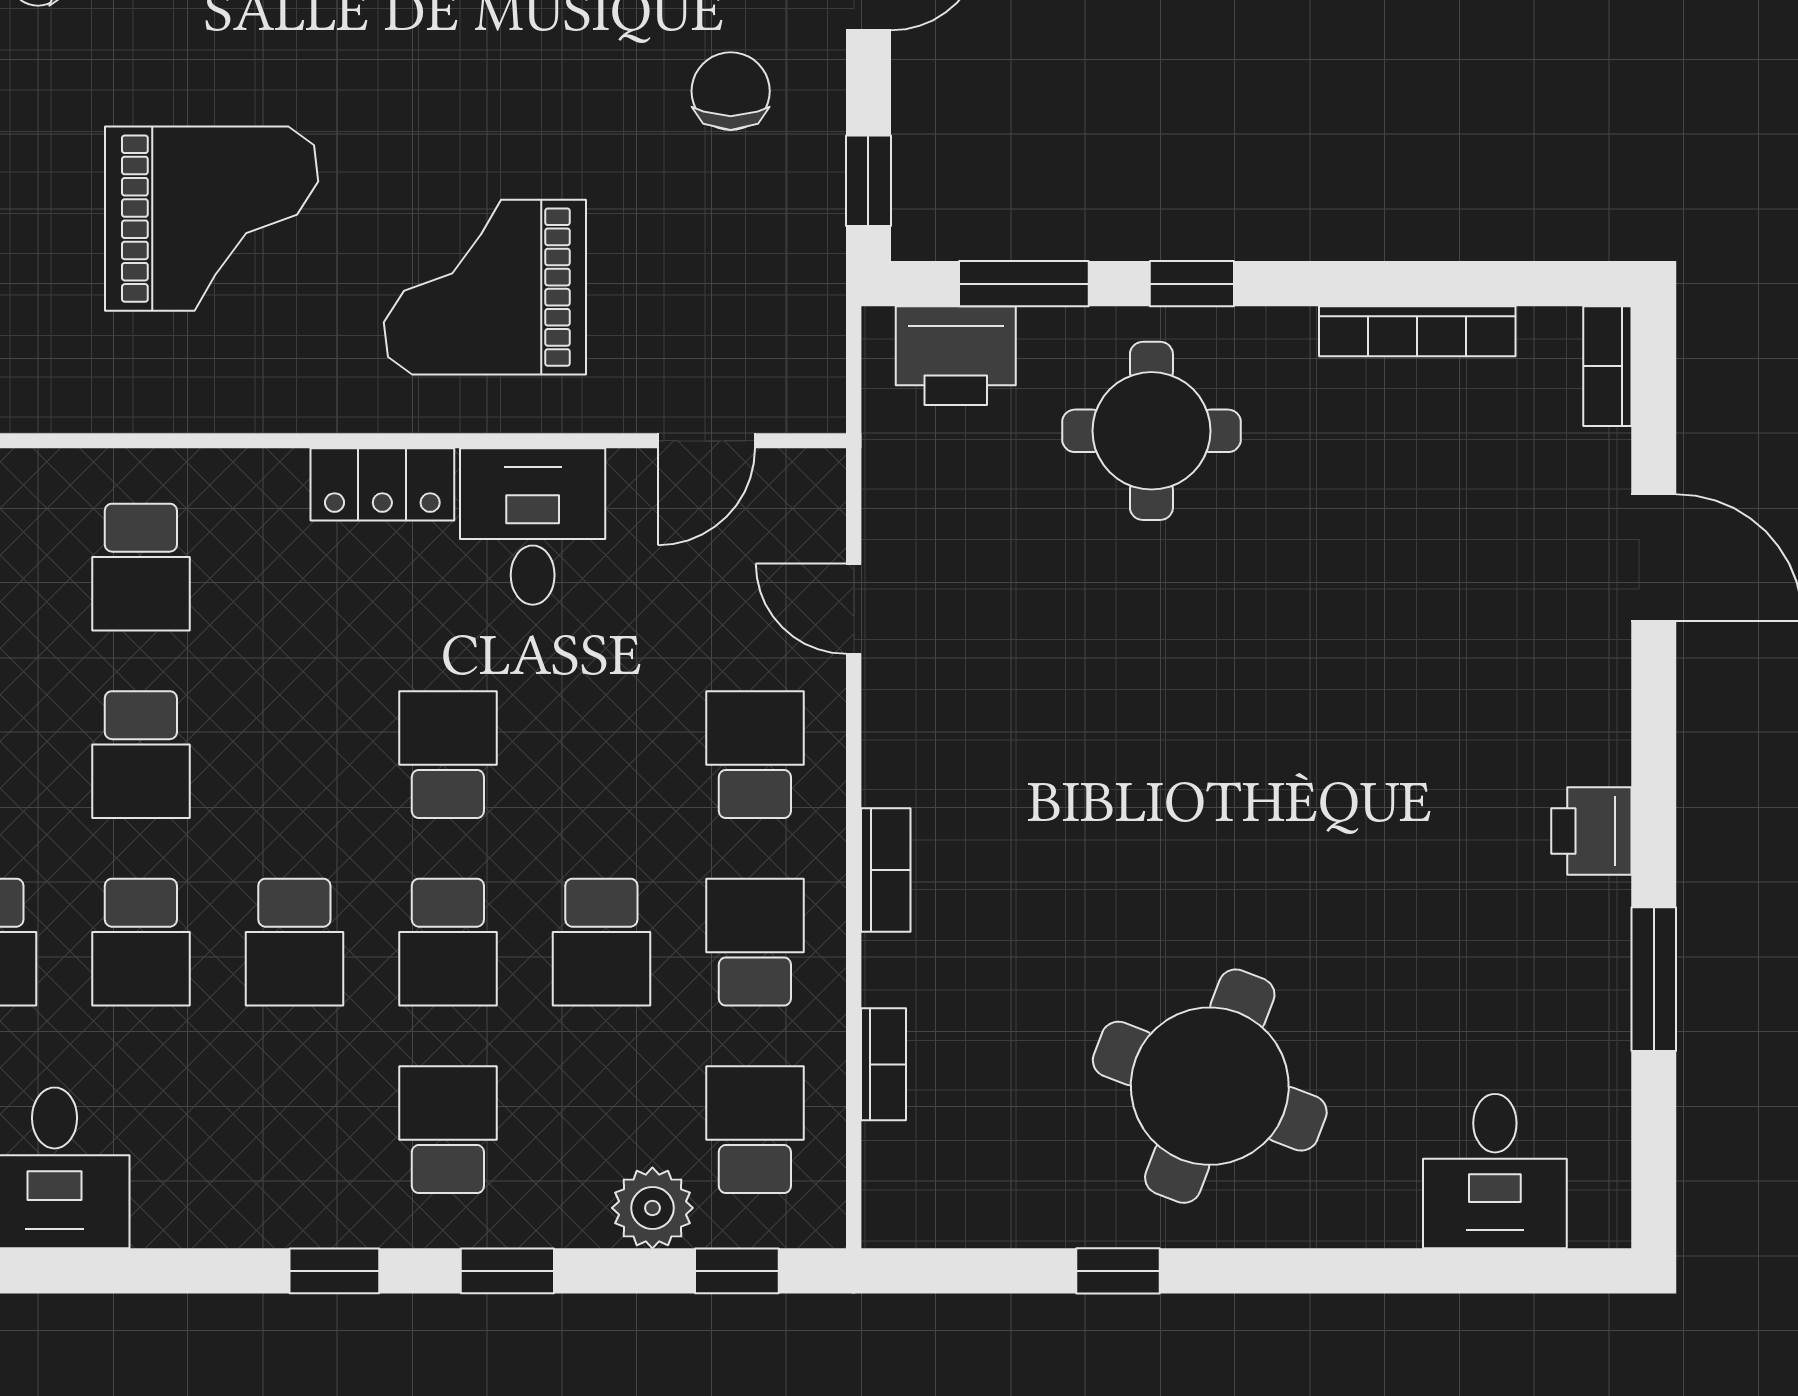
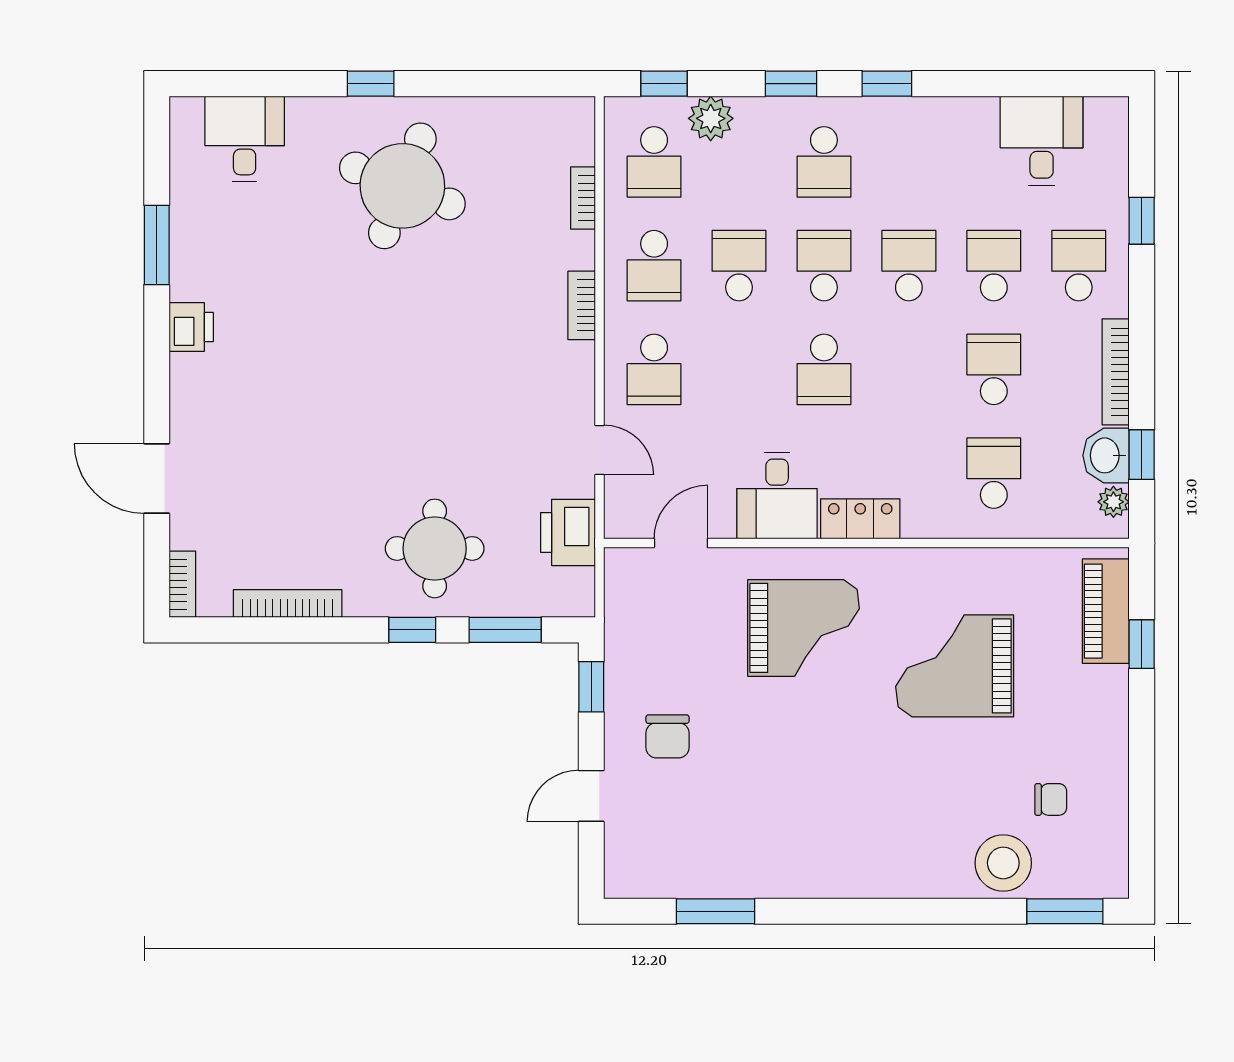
printer: (956, 356) -> (568, 532), moved, turned -90
window: (1118, 1271) -> (371, 84), moved

